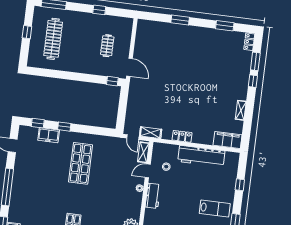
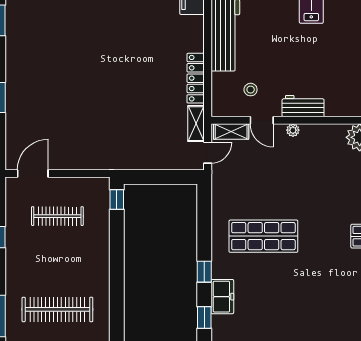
clothes rail: (107, 46) -> (57, 216), width x1.36
door: (129, 67) -> (33, 173), moved
locker: (182, 136) -> (196, 78), width x1.53

